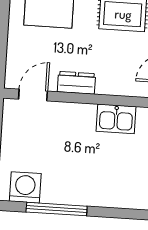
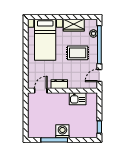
washing machine: (25, 187) -> (62, 131), moved

